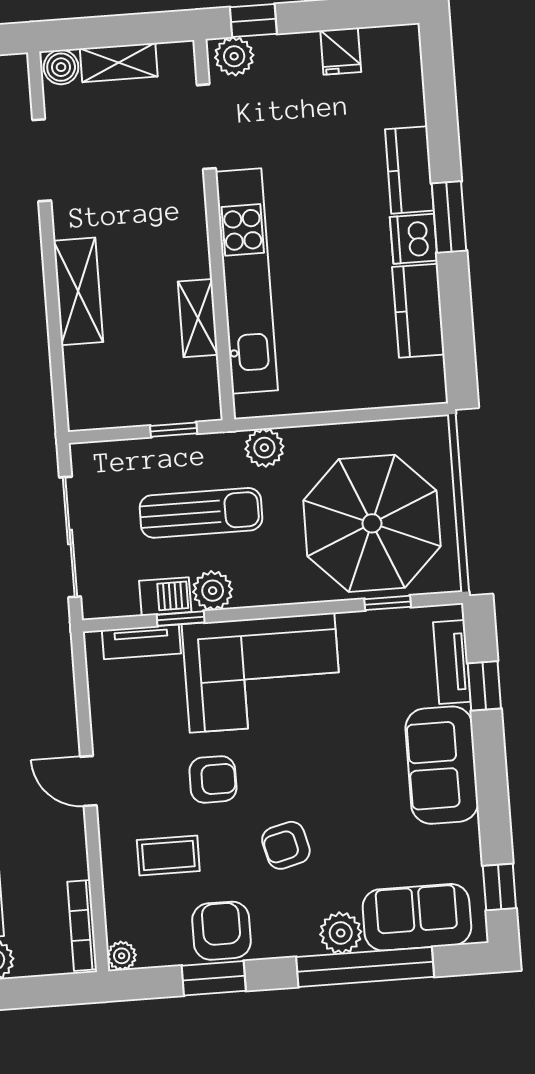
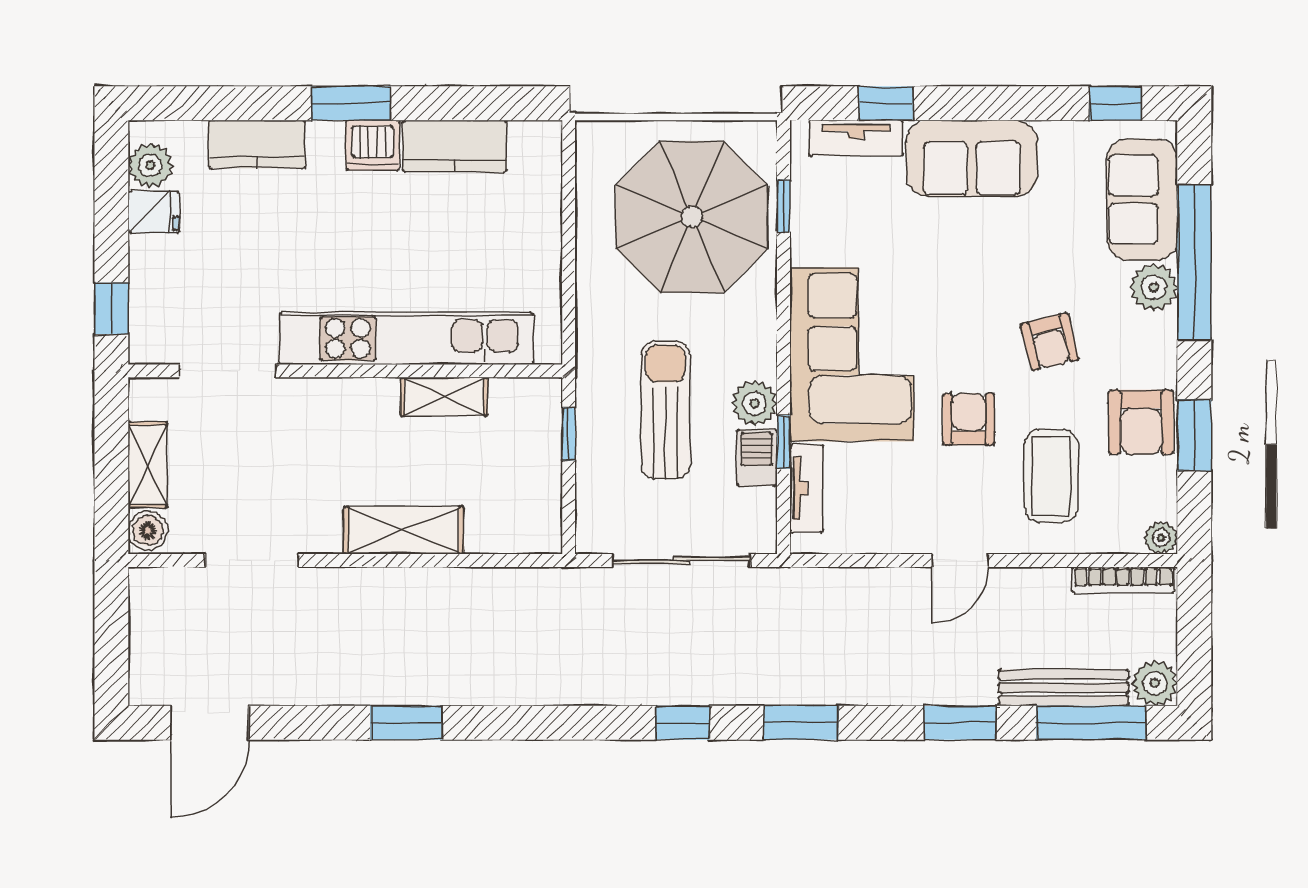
plant: (234, 56) -> (150, 165), moved
kitchen counter: (409, 170) -> (257, 144), moved
plant: (264, 448) -> (597, 332), removed
coffee table: (168, 855) -> (1051, 476), width x1.36, depth x1.30
armchair: (221, 931) -> (1141, 422), turned -90

